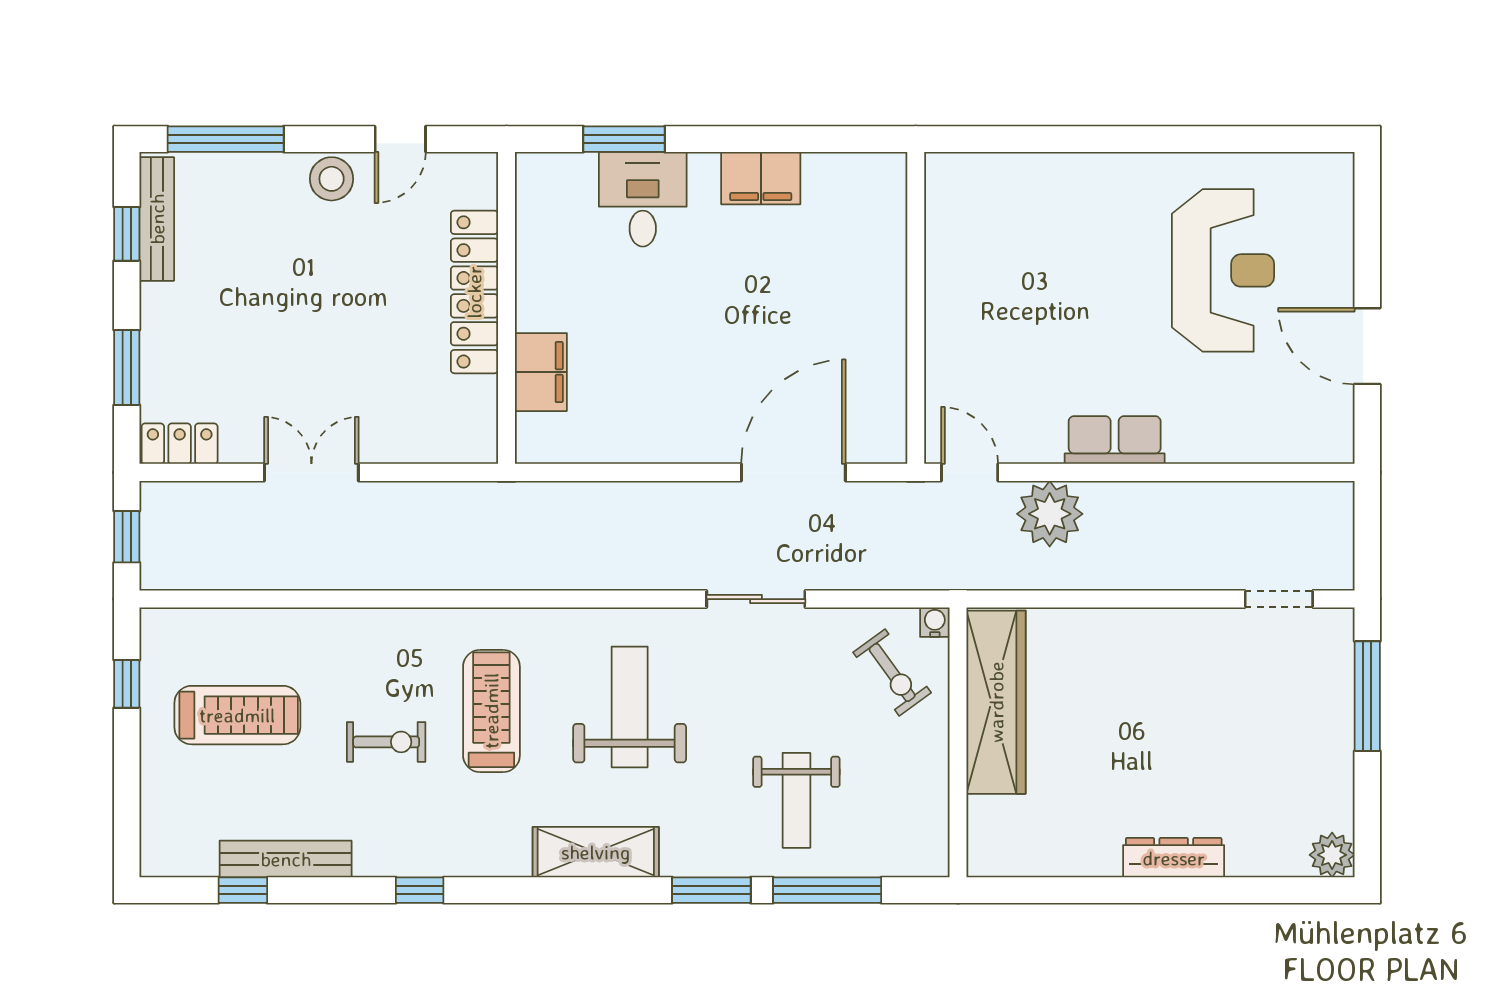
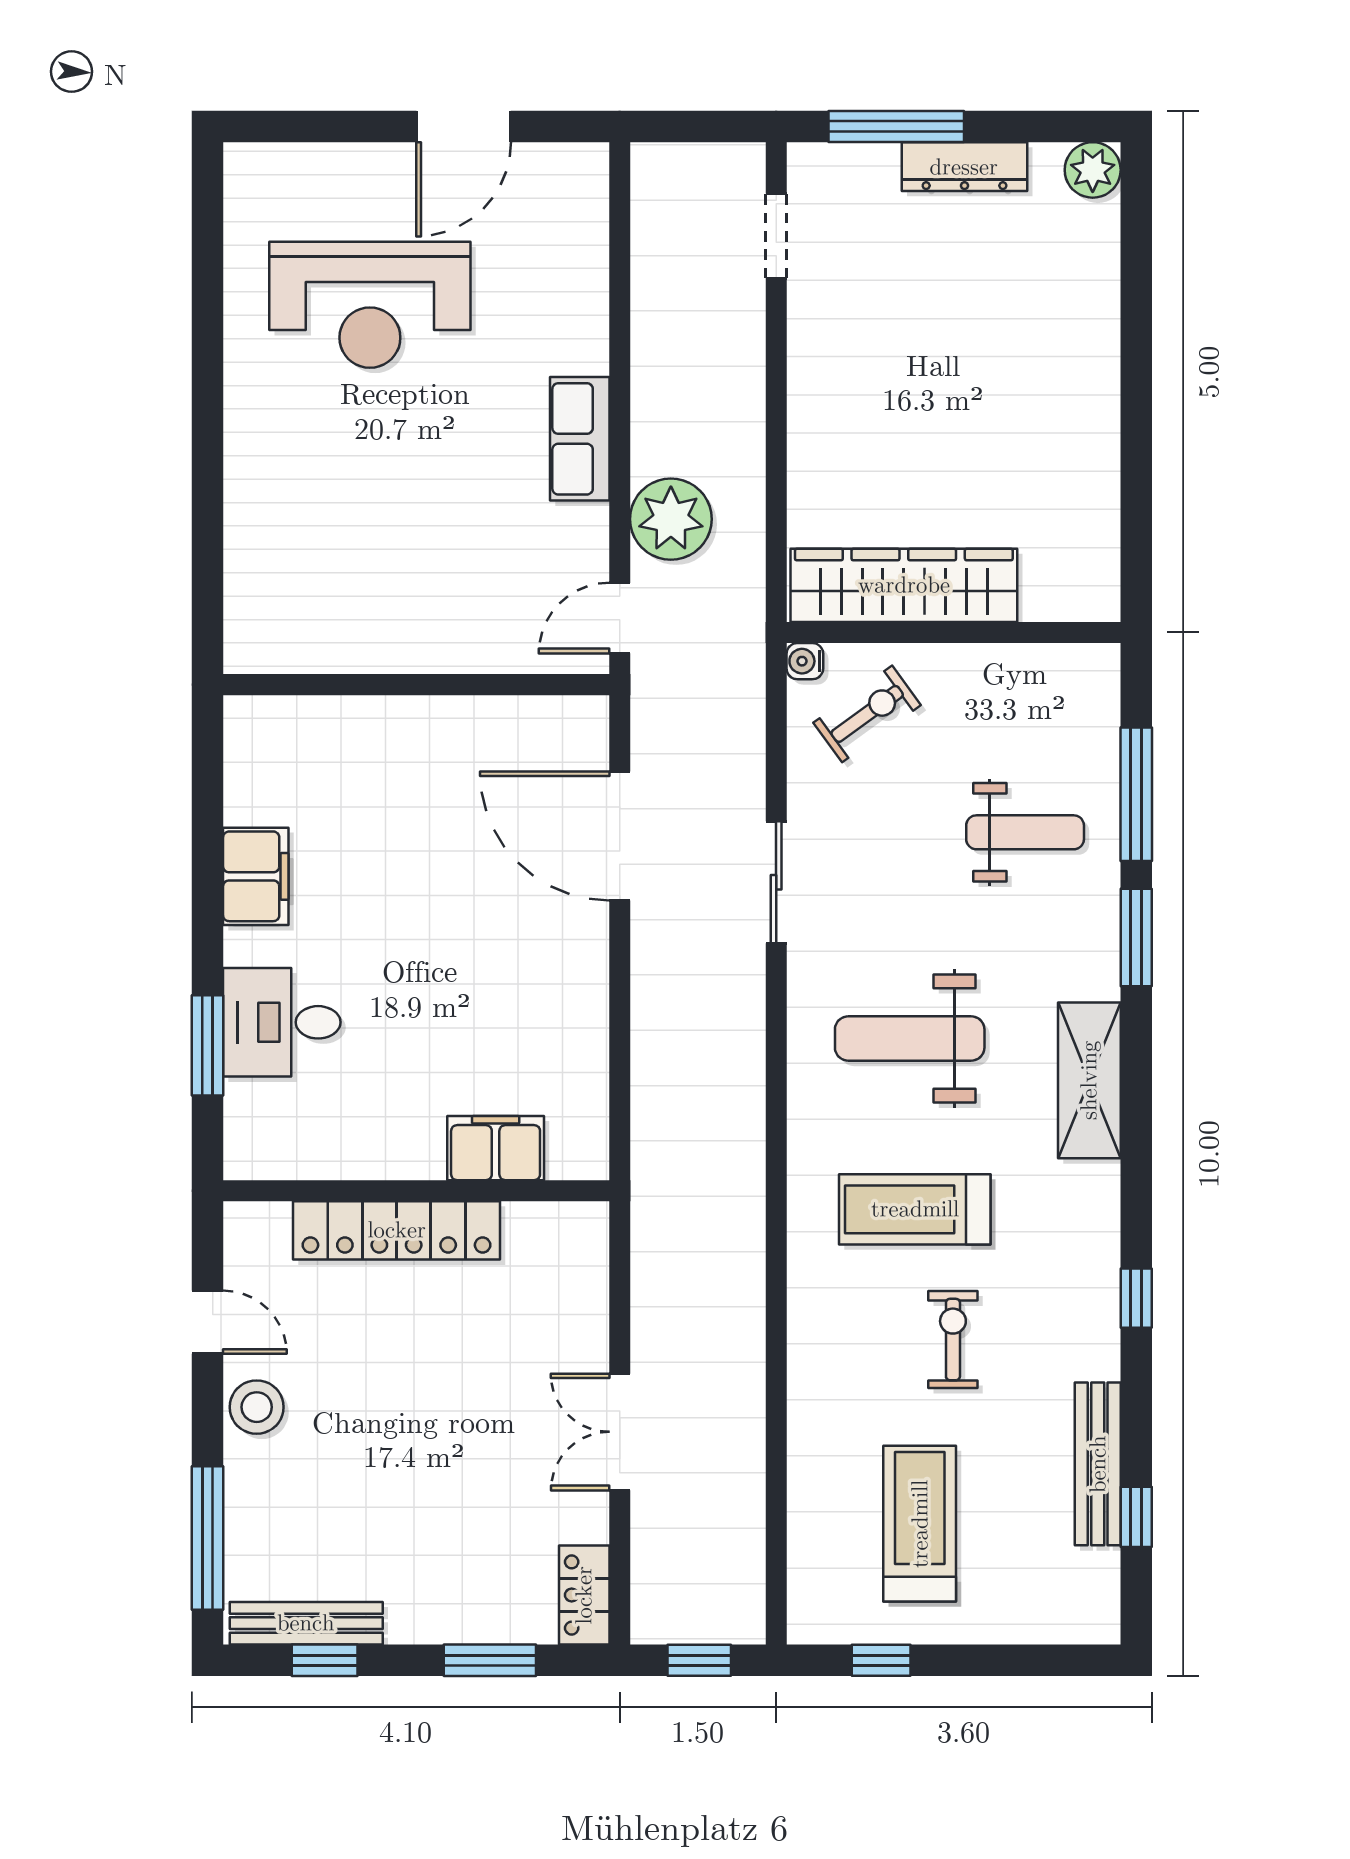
reception desk: (1223, 270) -> (370, 305), turned 180
dresser: (1174, 858) -> (964, 167), moved, turned -90

